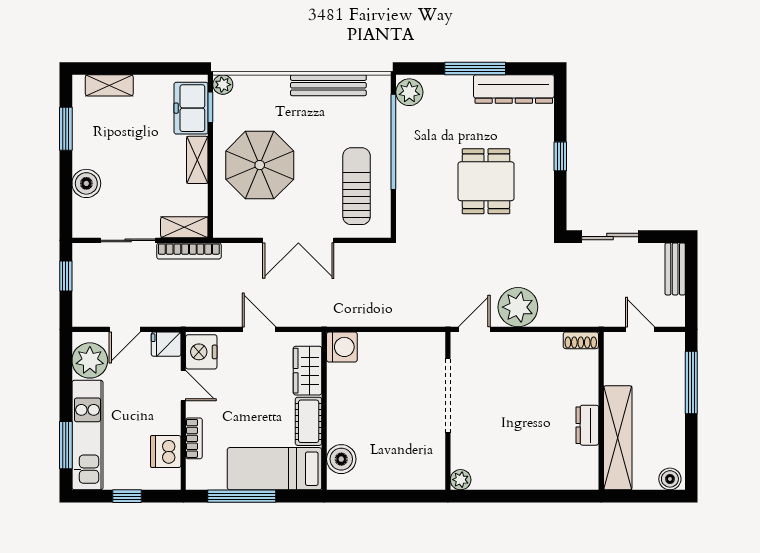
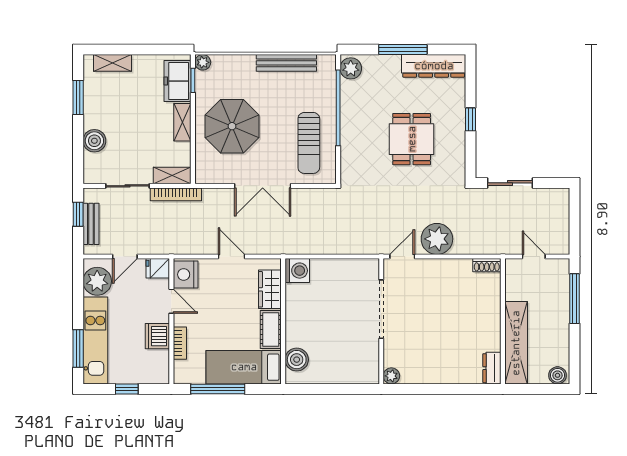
sun lounger: (357, 186) -> (309, 143), turned 180
bench: (675, 269) -> (91, 224), moved
dresser: (587, 425) -> (492, 368), moved
dishwasher: (166, 452) -> (157, 336), moved

